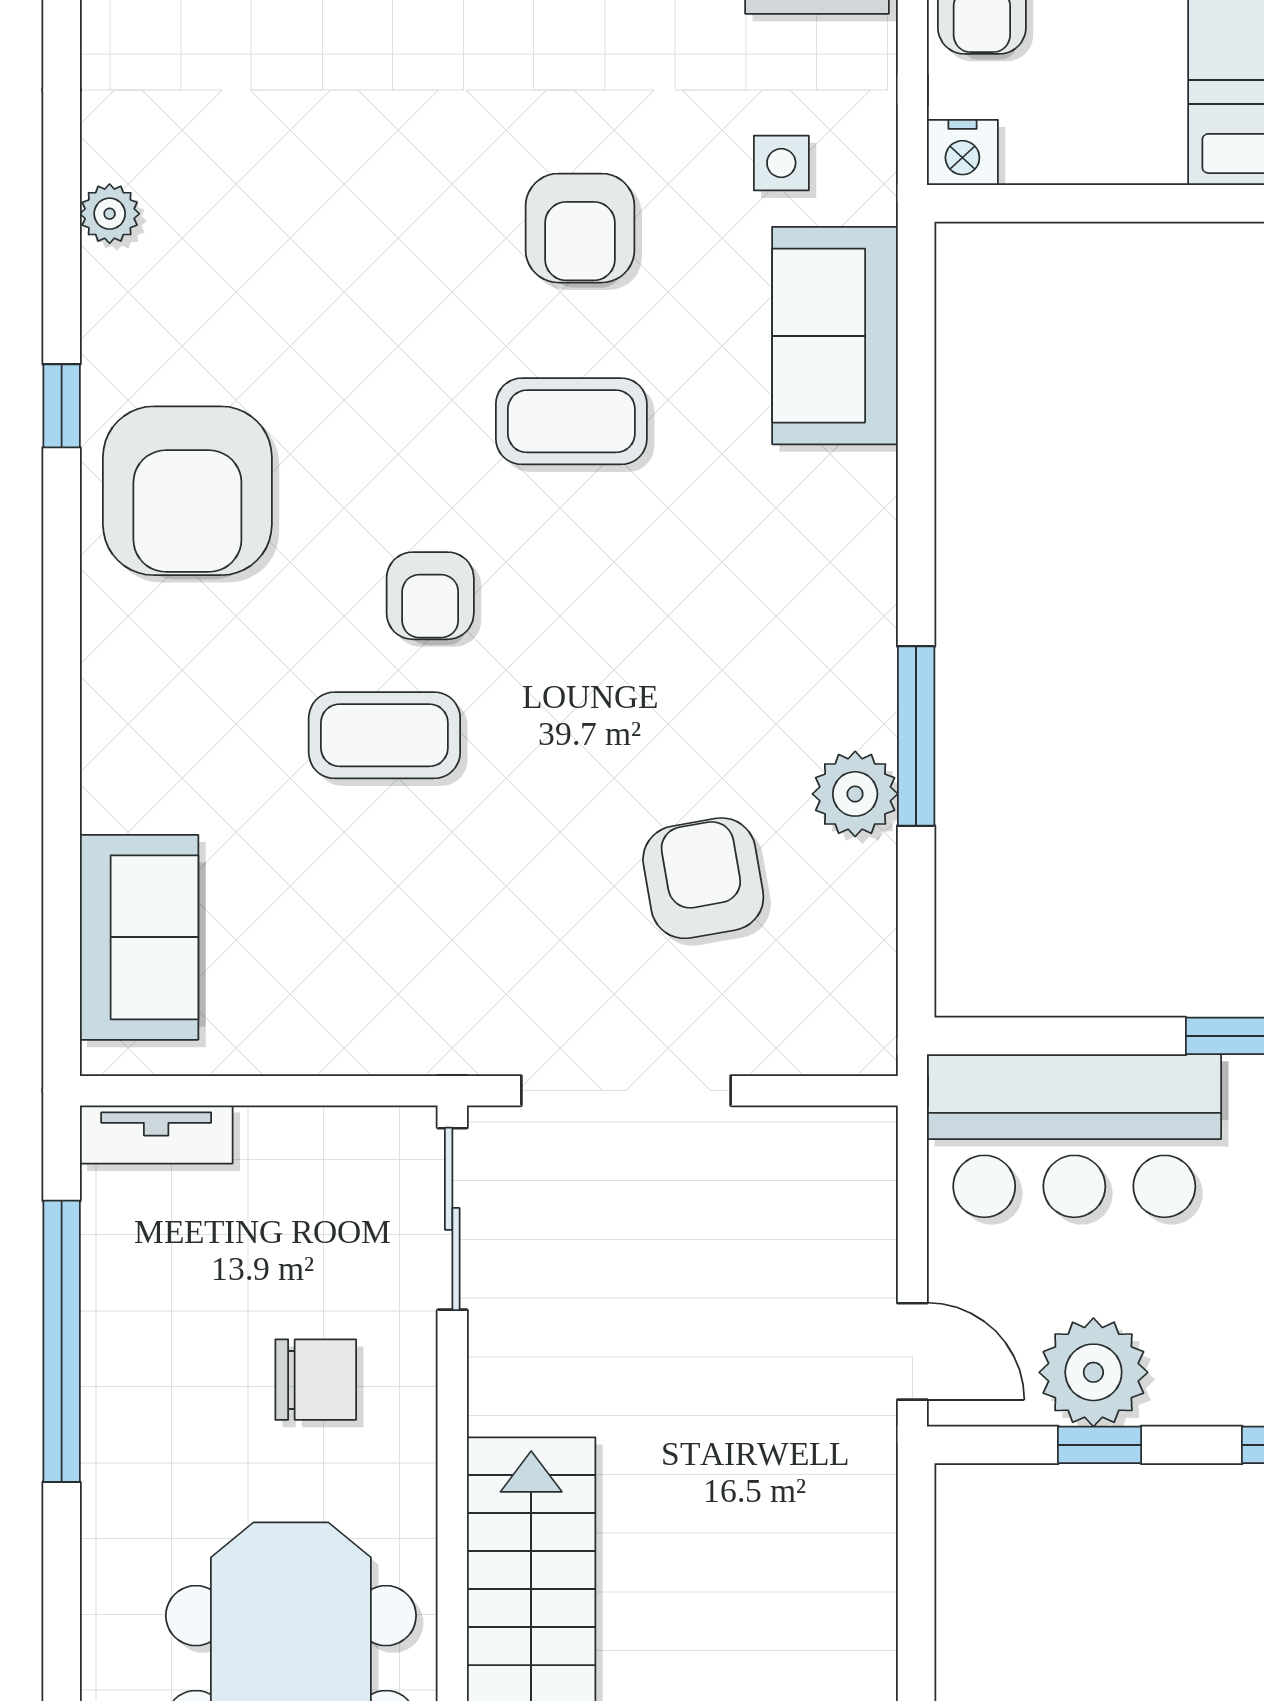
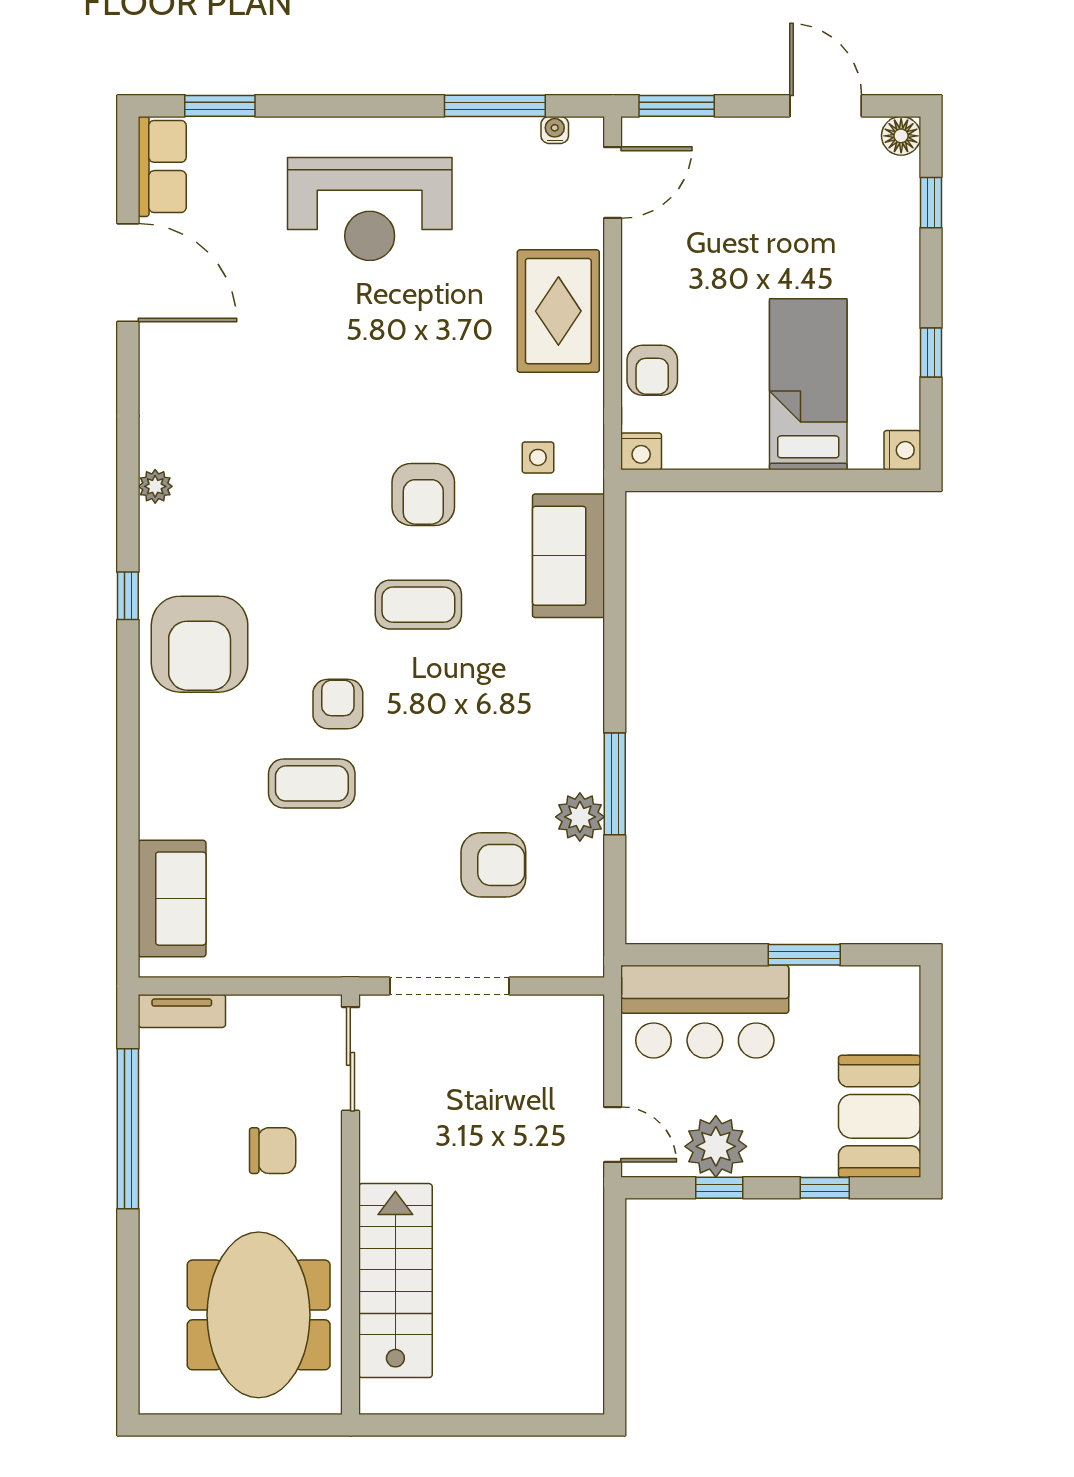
armchair: (430, 596) -> (338, 704), turned 180
armchair: (703, 878) -> (493, 865), turned 100

